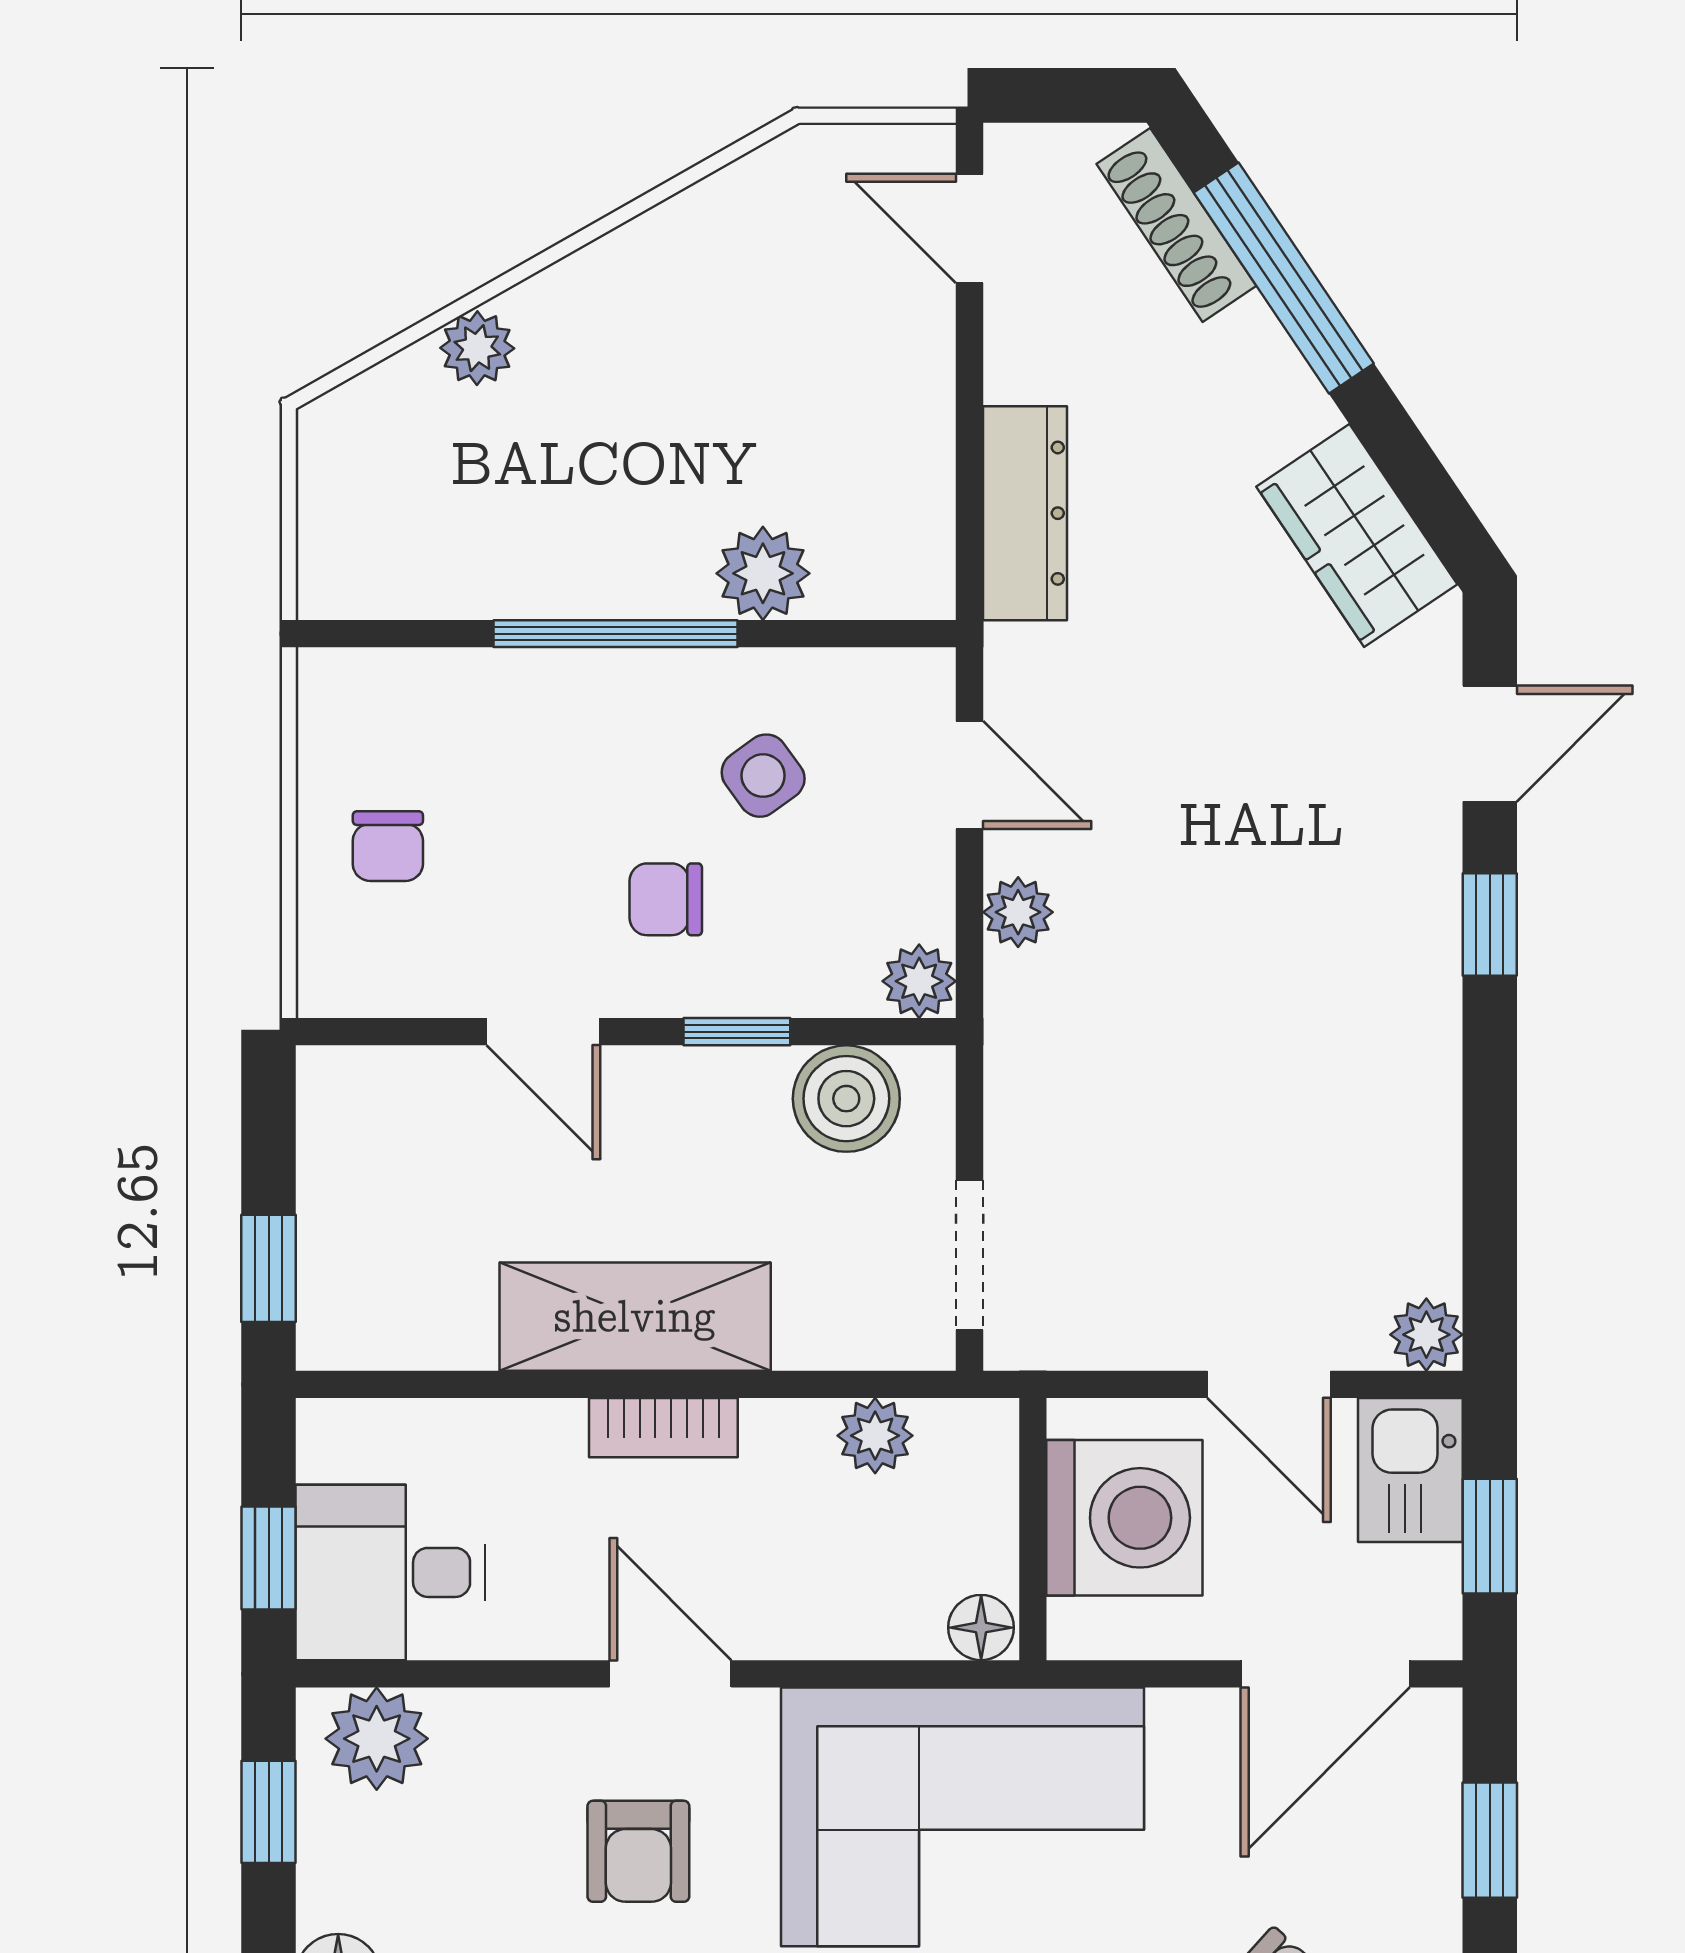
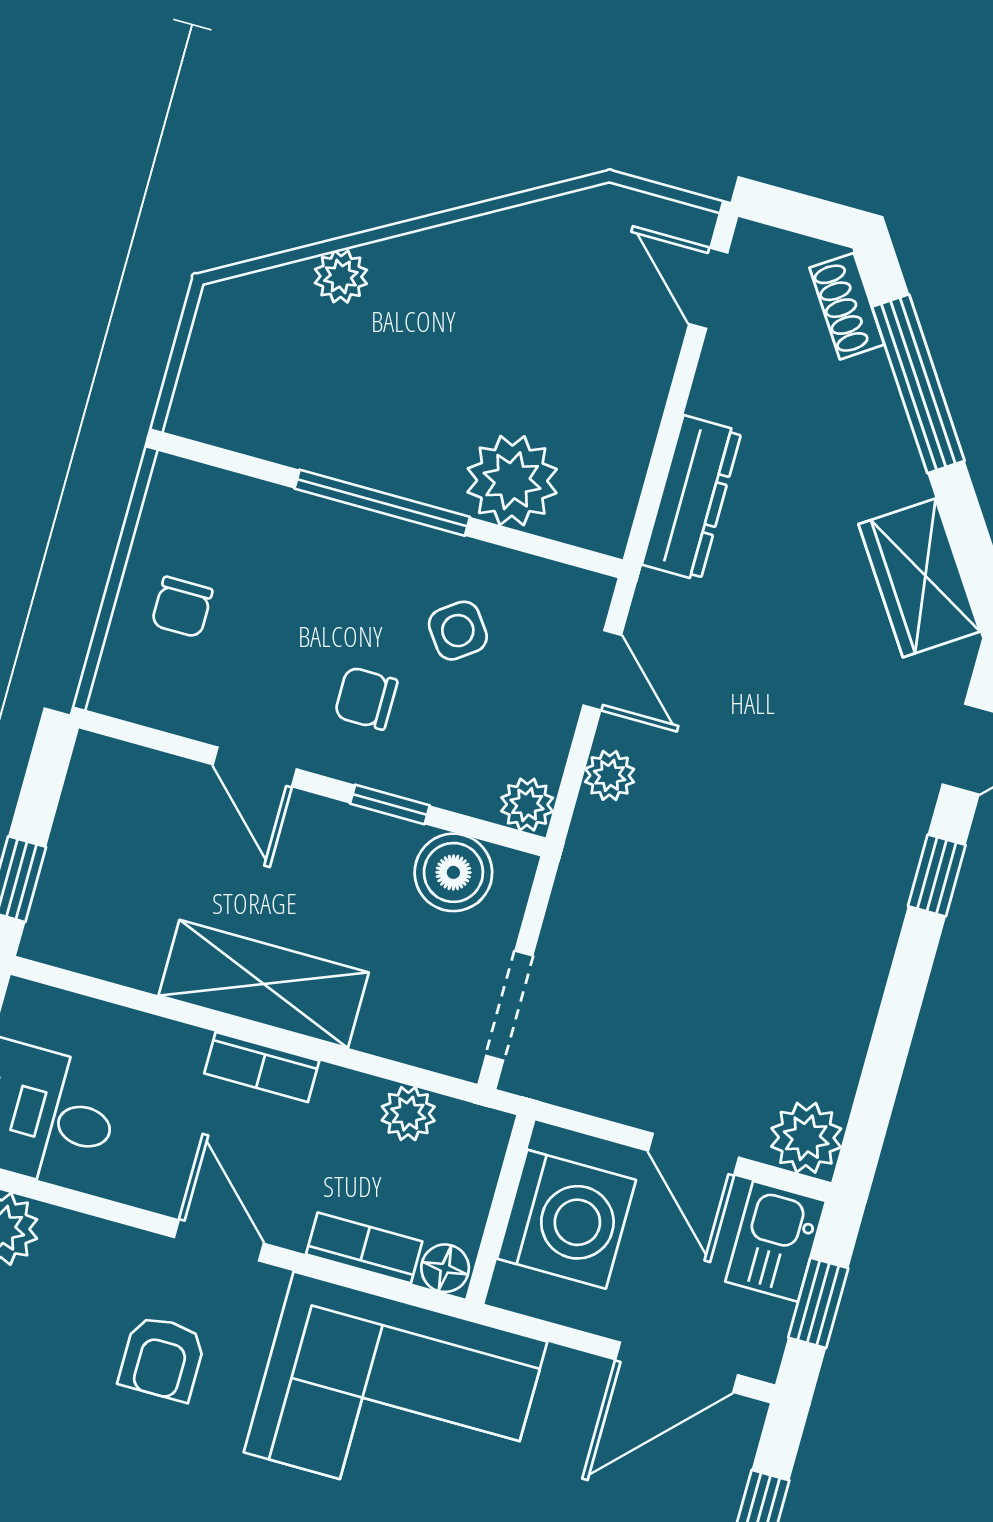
shoe rack: (1176, 225) -> (847, 306), width x0.70
plant: (763, 573) -> (512, 481), width x1.36, depth x1.36
plant: (1426, 1335) -> (806, 1138), width x1.38, depth x1.38
bookcase: (866, 1630) -> (364, 1248), added

